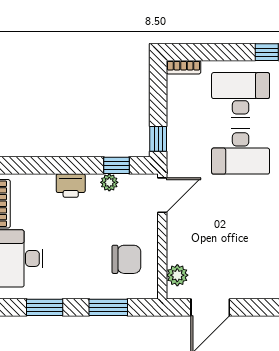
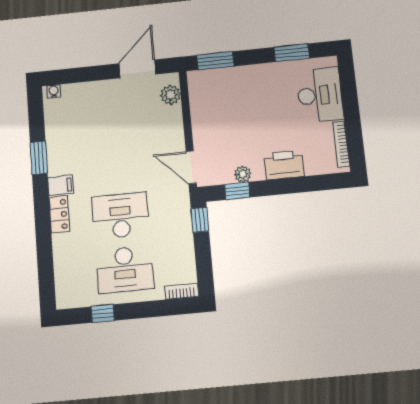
printer: (71, 186) -> (284, 165), width x1.37, depth x1.19
door: (162, 195) -> (191, 167), hinge flipped
chair: (126, 259) -> (220, 104), removed
window: (108, 307) -> (215, 61), moved

